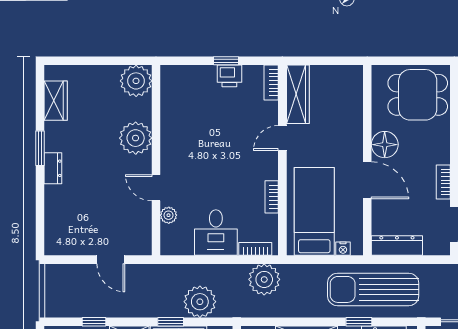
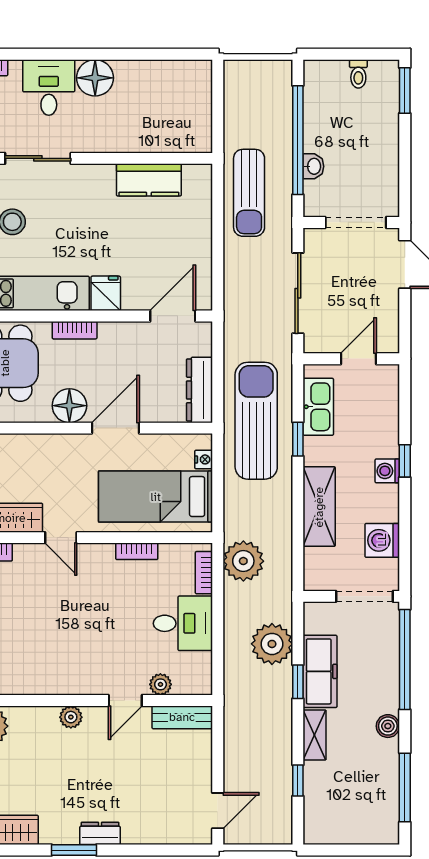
plant: (136, 138) -> (71, 717), width x0.53, depth x0.53
bookcase: (443, 182) -> (75, 330), moved
bench: (143, 232) -> (182, 717), added
door: (111, 260) -> (218, 811), moved
sun lounger: (373, 289) -> (256, 421), turned 180

